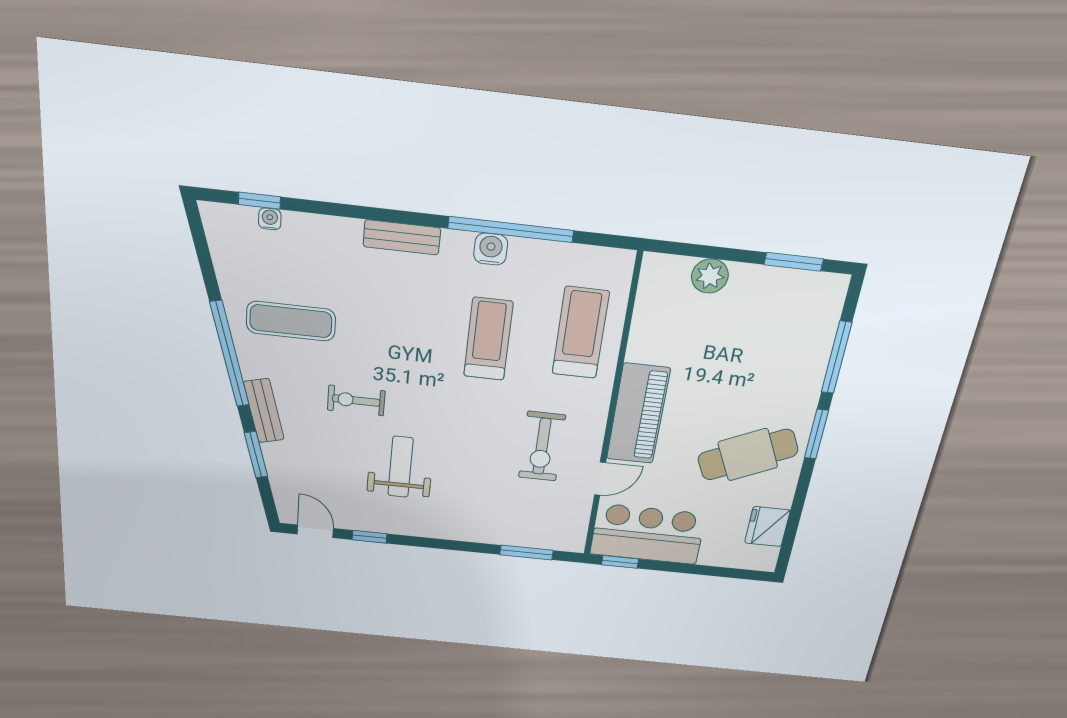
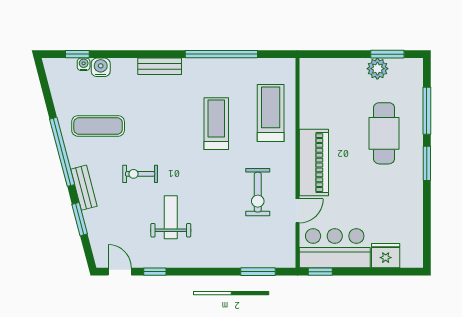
water cooler: (491, 249) -> (101, 67), moved
plant: (710, 276) -> (377, 69), moved
cafe table: (748, 455) -> (384, 133), moved, turned -65
fridge: (767, 527) -> (386, 256), moved, turned 90

